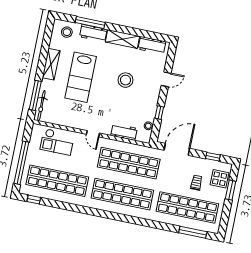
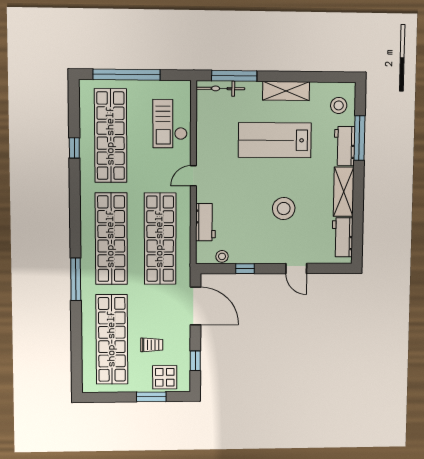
window: (34, 200) -> (74, 148), moved
window: (193, 232) -> (76, 279), moved

